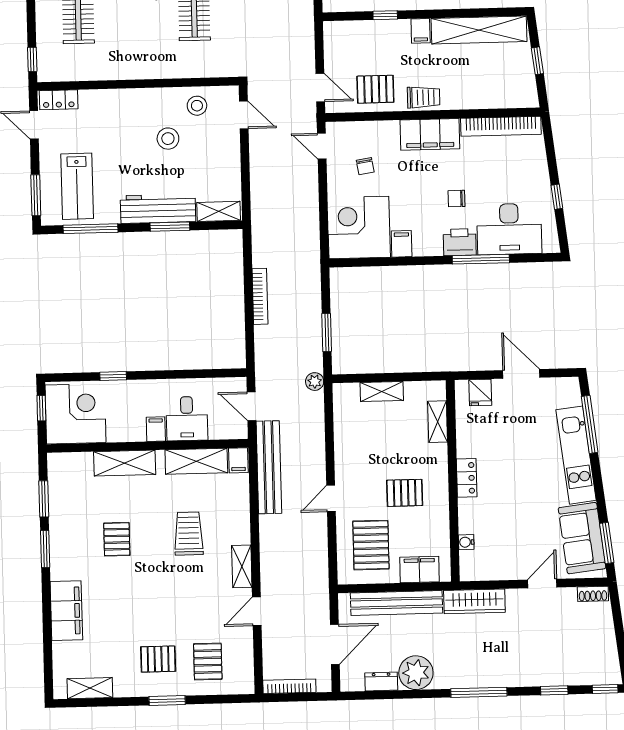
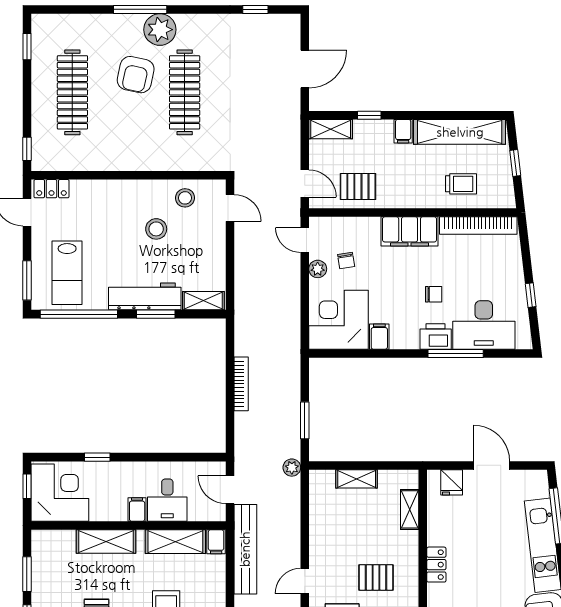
shelving: (346, 31) -> (331, 129), added
trolley: (424, 97) -> (461, 184), moved
plant: (336, 176) -> (318, 269), added
chair: (456, 199) -> (434, 294), turned 180
window: (90, 229) -> (79, 314), width x1.46

